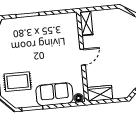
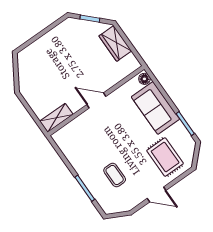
coffee table: (25, 40) -> (115, 175), added
wardrobe: (100, 93) -> (115, 43), moved

